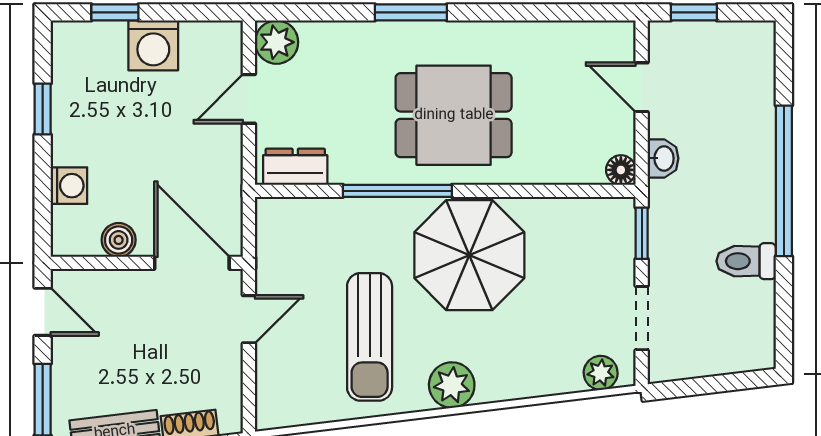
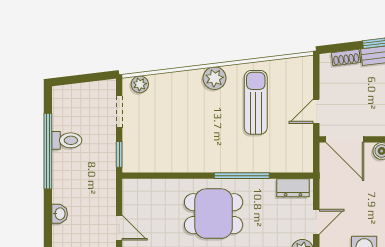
washbasin: (663, 158) -> (60, 214), moved, turned 180
floor lamp: (621, 170) -> (130, 186), removed
window: (784, 181) -> (48, 151), moved
parasol: (469, 255) -> (206, 143), removed

